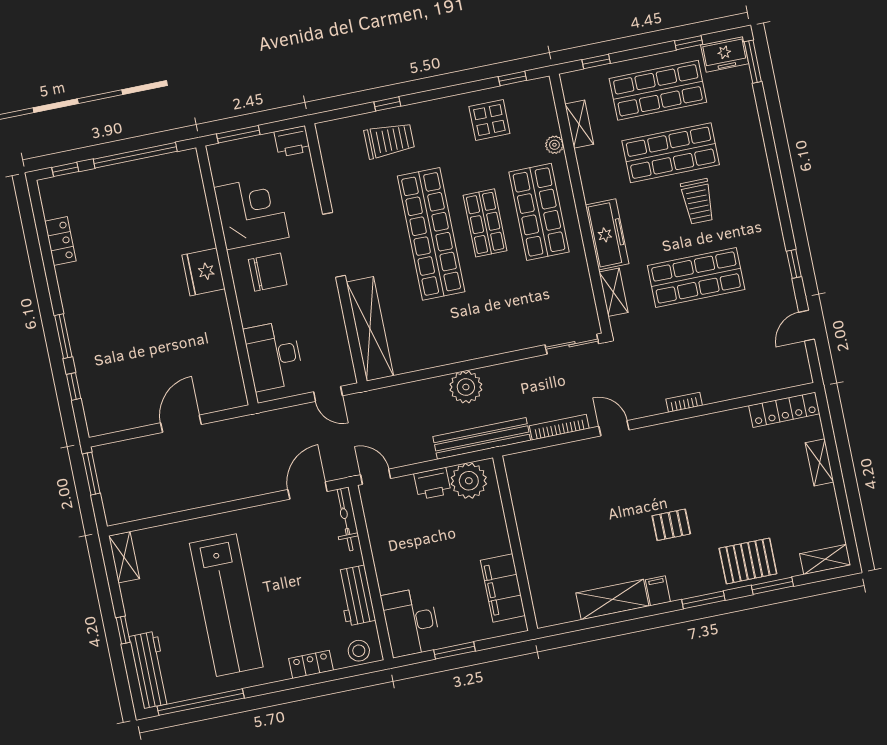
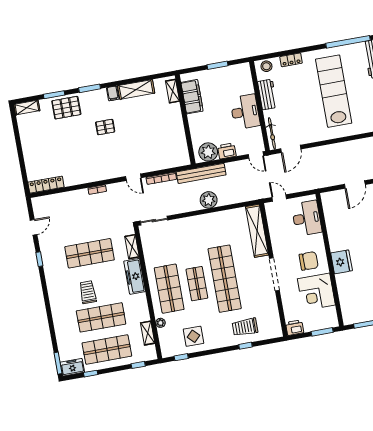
chair: (268, 272) -> (309, 261), turned 180
shelving: (819, 462) -> (173, 91), moved
desk: (411, 622) -> (245, 112), moved

